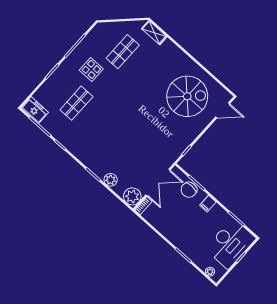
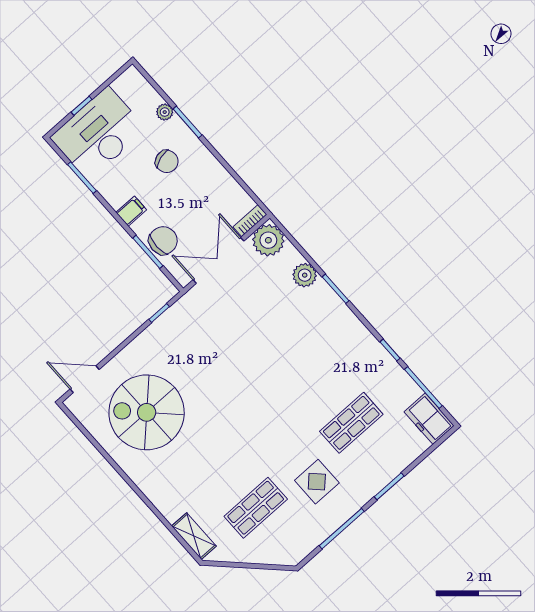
chair: (192, 233) -> (167, 161), added
plant: (210, 272) -> (165, 112), moved

